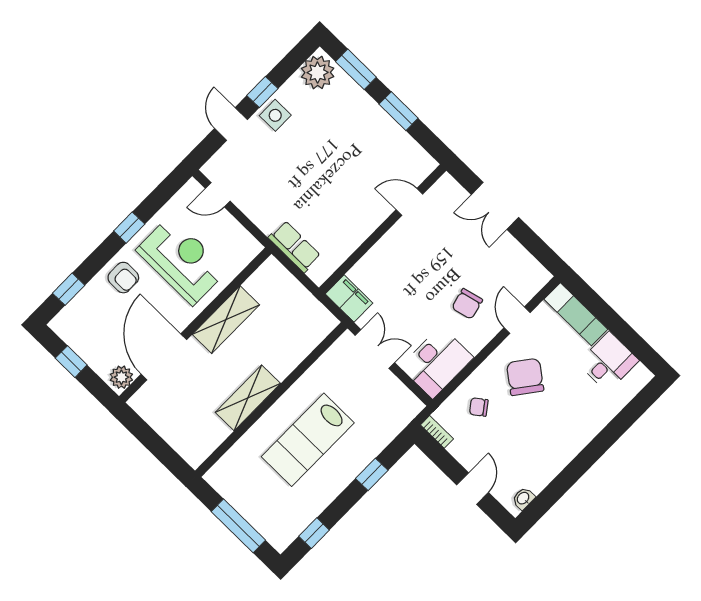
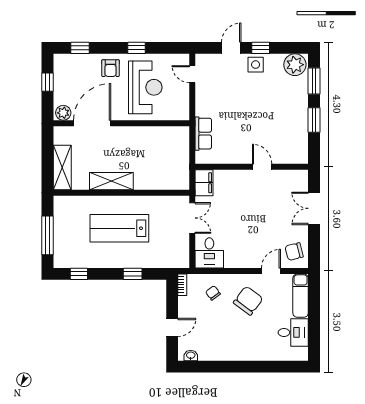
door: (409, 202) -> (262, 167), moved
chair: (467, 304) -> (294, 252), moved
shelving: (226, 320) -> (62, 167), moved, turned 90
desk: (437, 362) -> (209, 253), width x0.73

